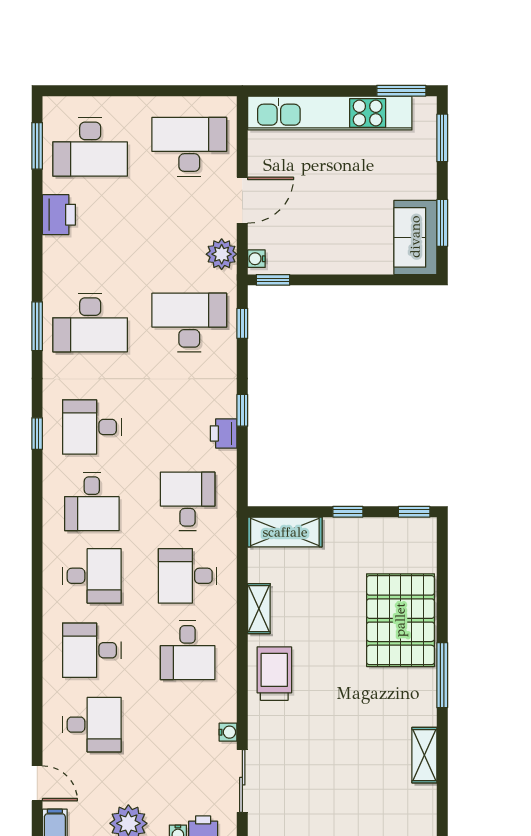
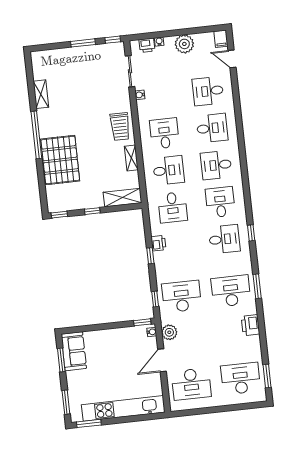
printer: (59, 215) -> (250, 325), moved
desk: (189, 323) -> (182, 296), turned 180
window: (442, 675) -> (36, 135), width x1.46

